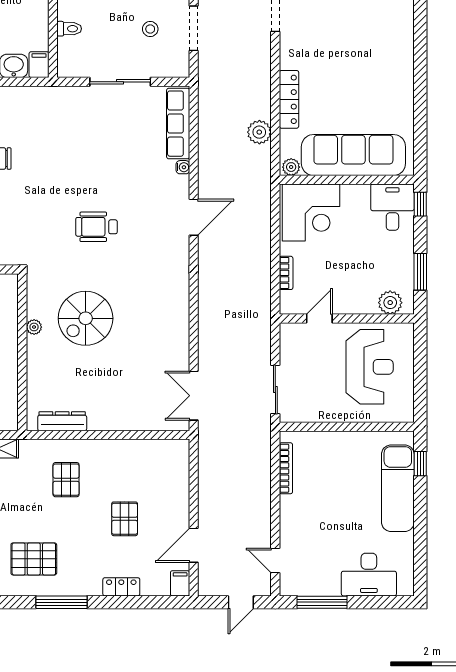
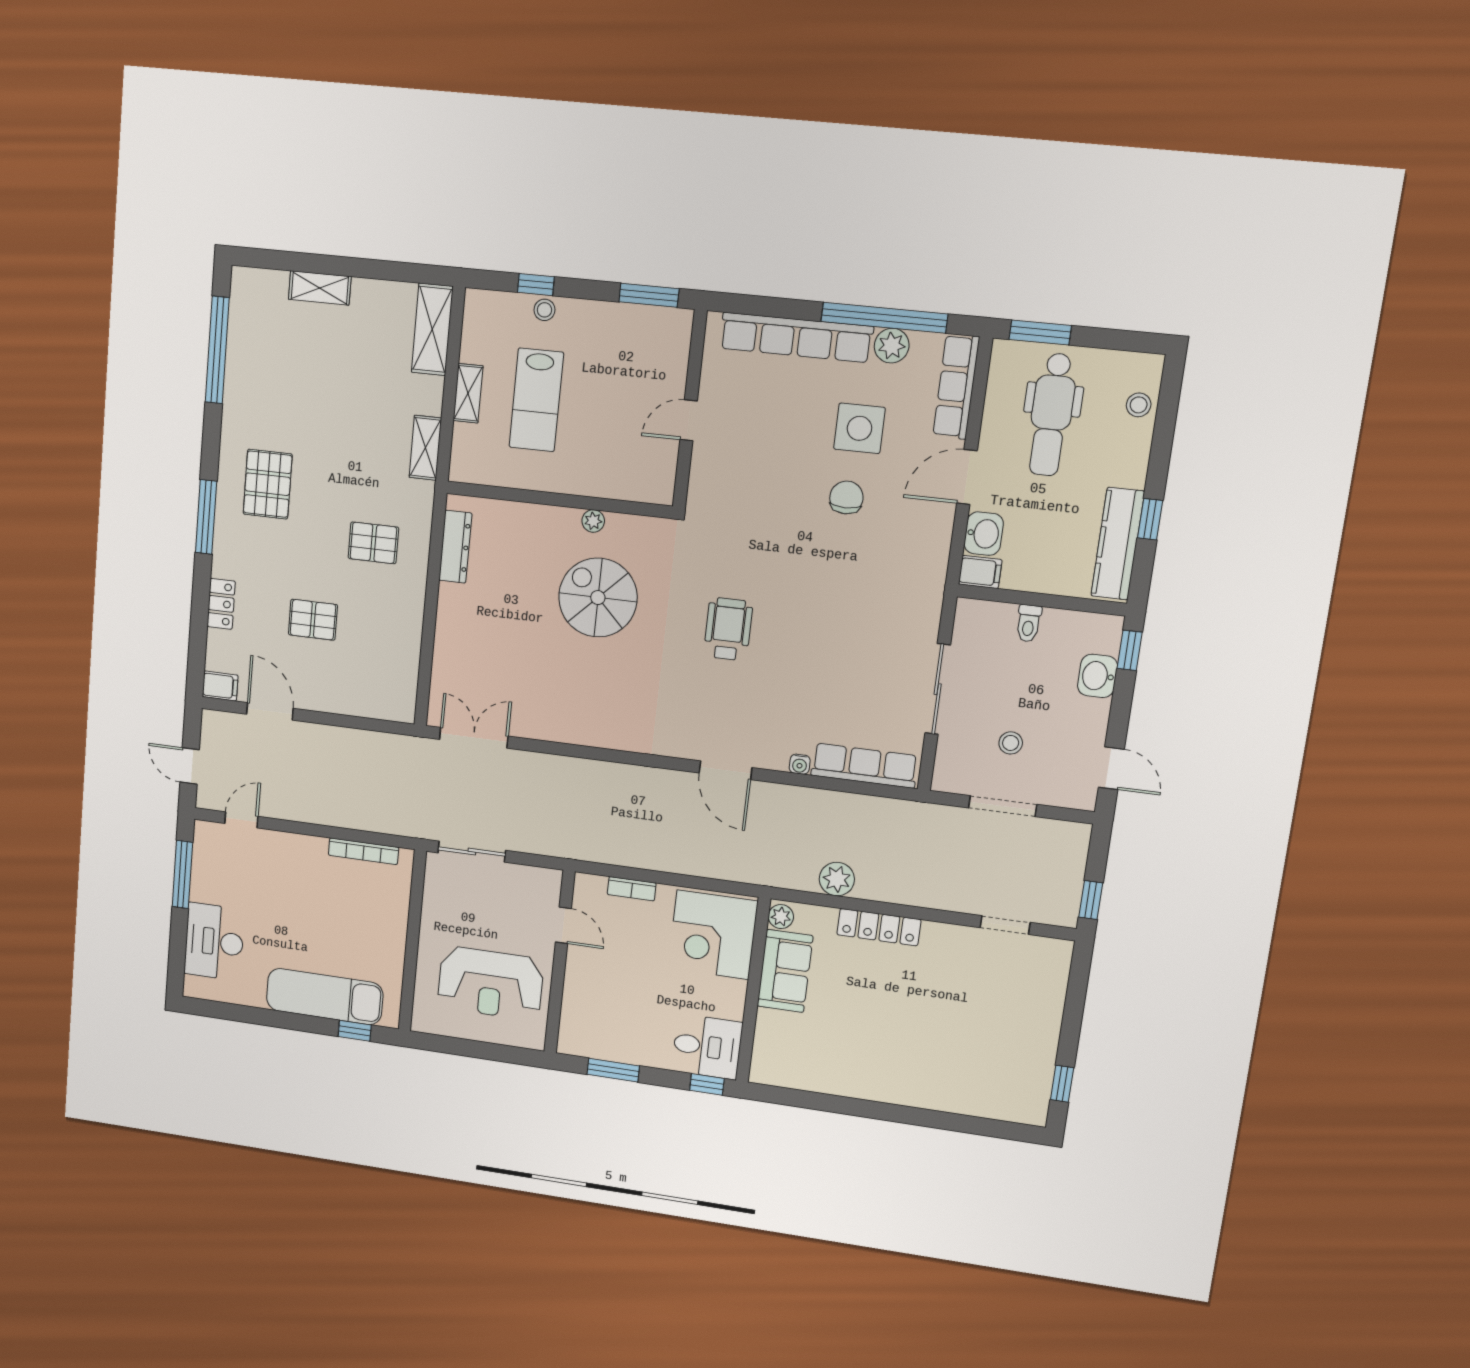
sofa: (353, 155) -> (785, 971), width x0.54, depth x0.79
plant: (390, 303) -> (575, 1024), removed

